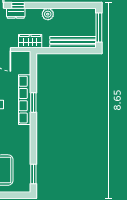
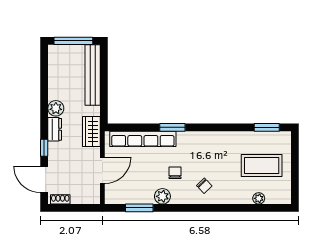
dresser: (16, 13) -> (55, 129), moved
row of seats: (25, 100) -> (143, 139), moved

